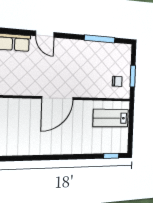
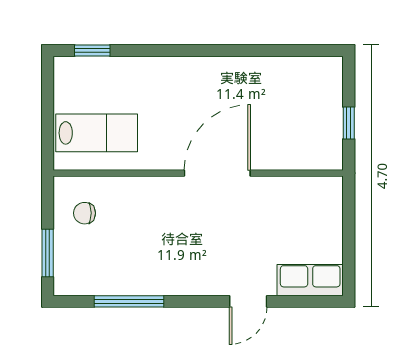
door: (45, 34) -> (248, 301), swing flipped
window: (133, 76) -> (48, 253), moved

